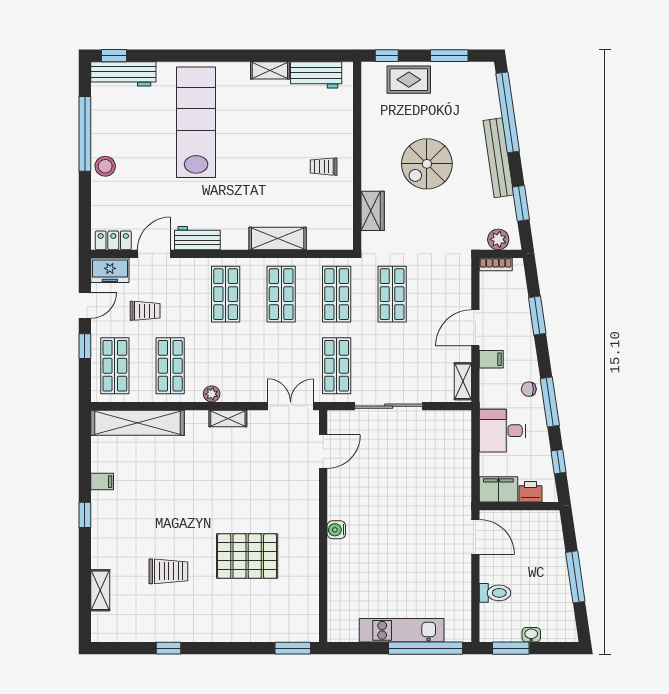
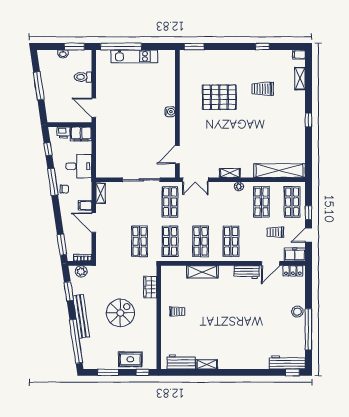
lab bench: (196, 122) -> (247, 336), removed
window: (537, 315) -> (62, 245), moved
door: (475, 328) -> (94, 223), swing flipped
filing cabinet: (102, 482) -> (299, 54), moved

